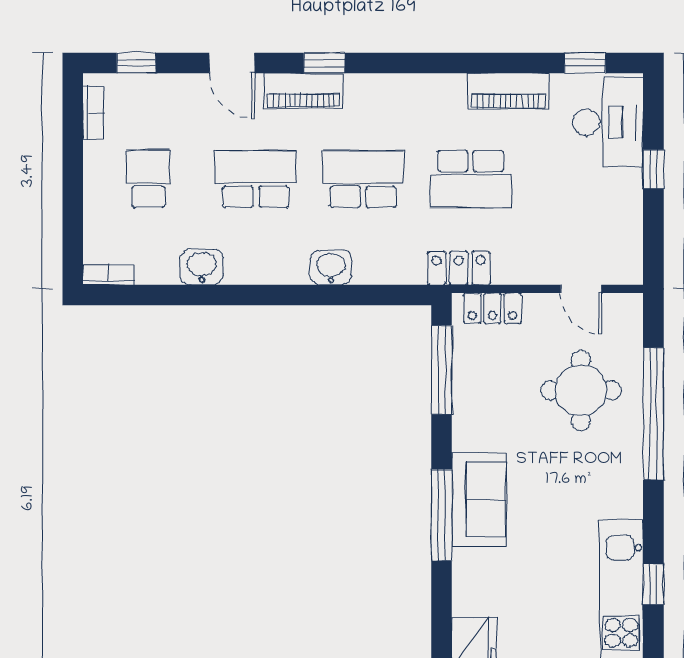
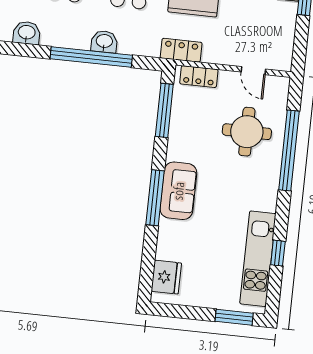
window: (312, 295) -> (91, 57), added

